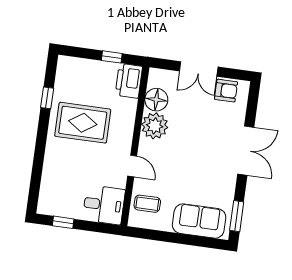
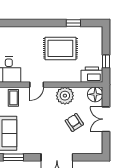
armchair: (226, 91) -> (74, 122), moved, turned 147
floor lamp: (156, 100) -> (95, 94), moved
rug: (83, 123) -> (60, 48), turned 90

